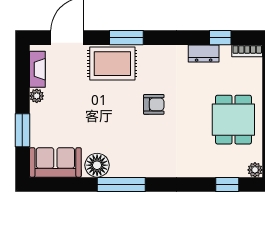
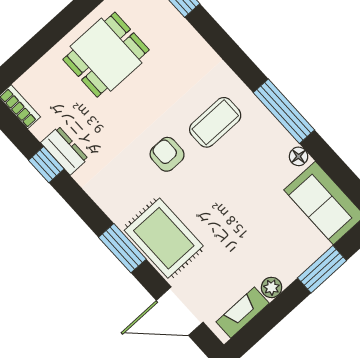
window: (220, 38) -> (46, 165), moved
coffee table: (148, 144) -> (215, 122), added
floor lamp: (97, 165) -> (299, 156), width x0.53, depth x0.53

